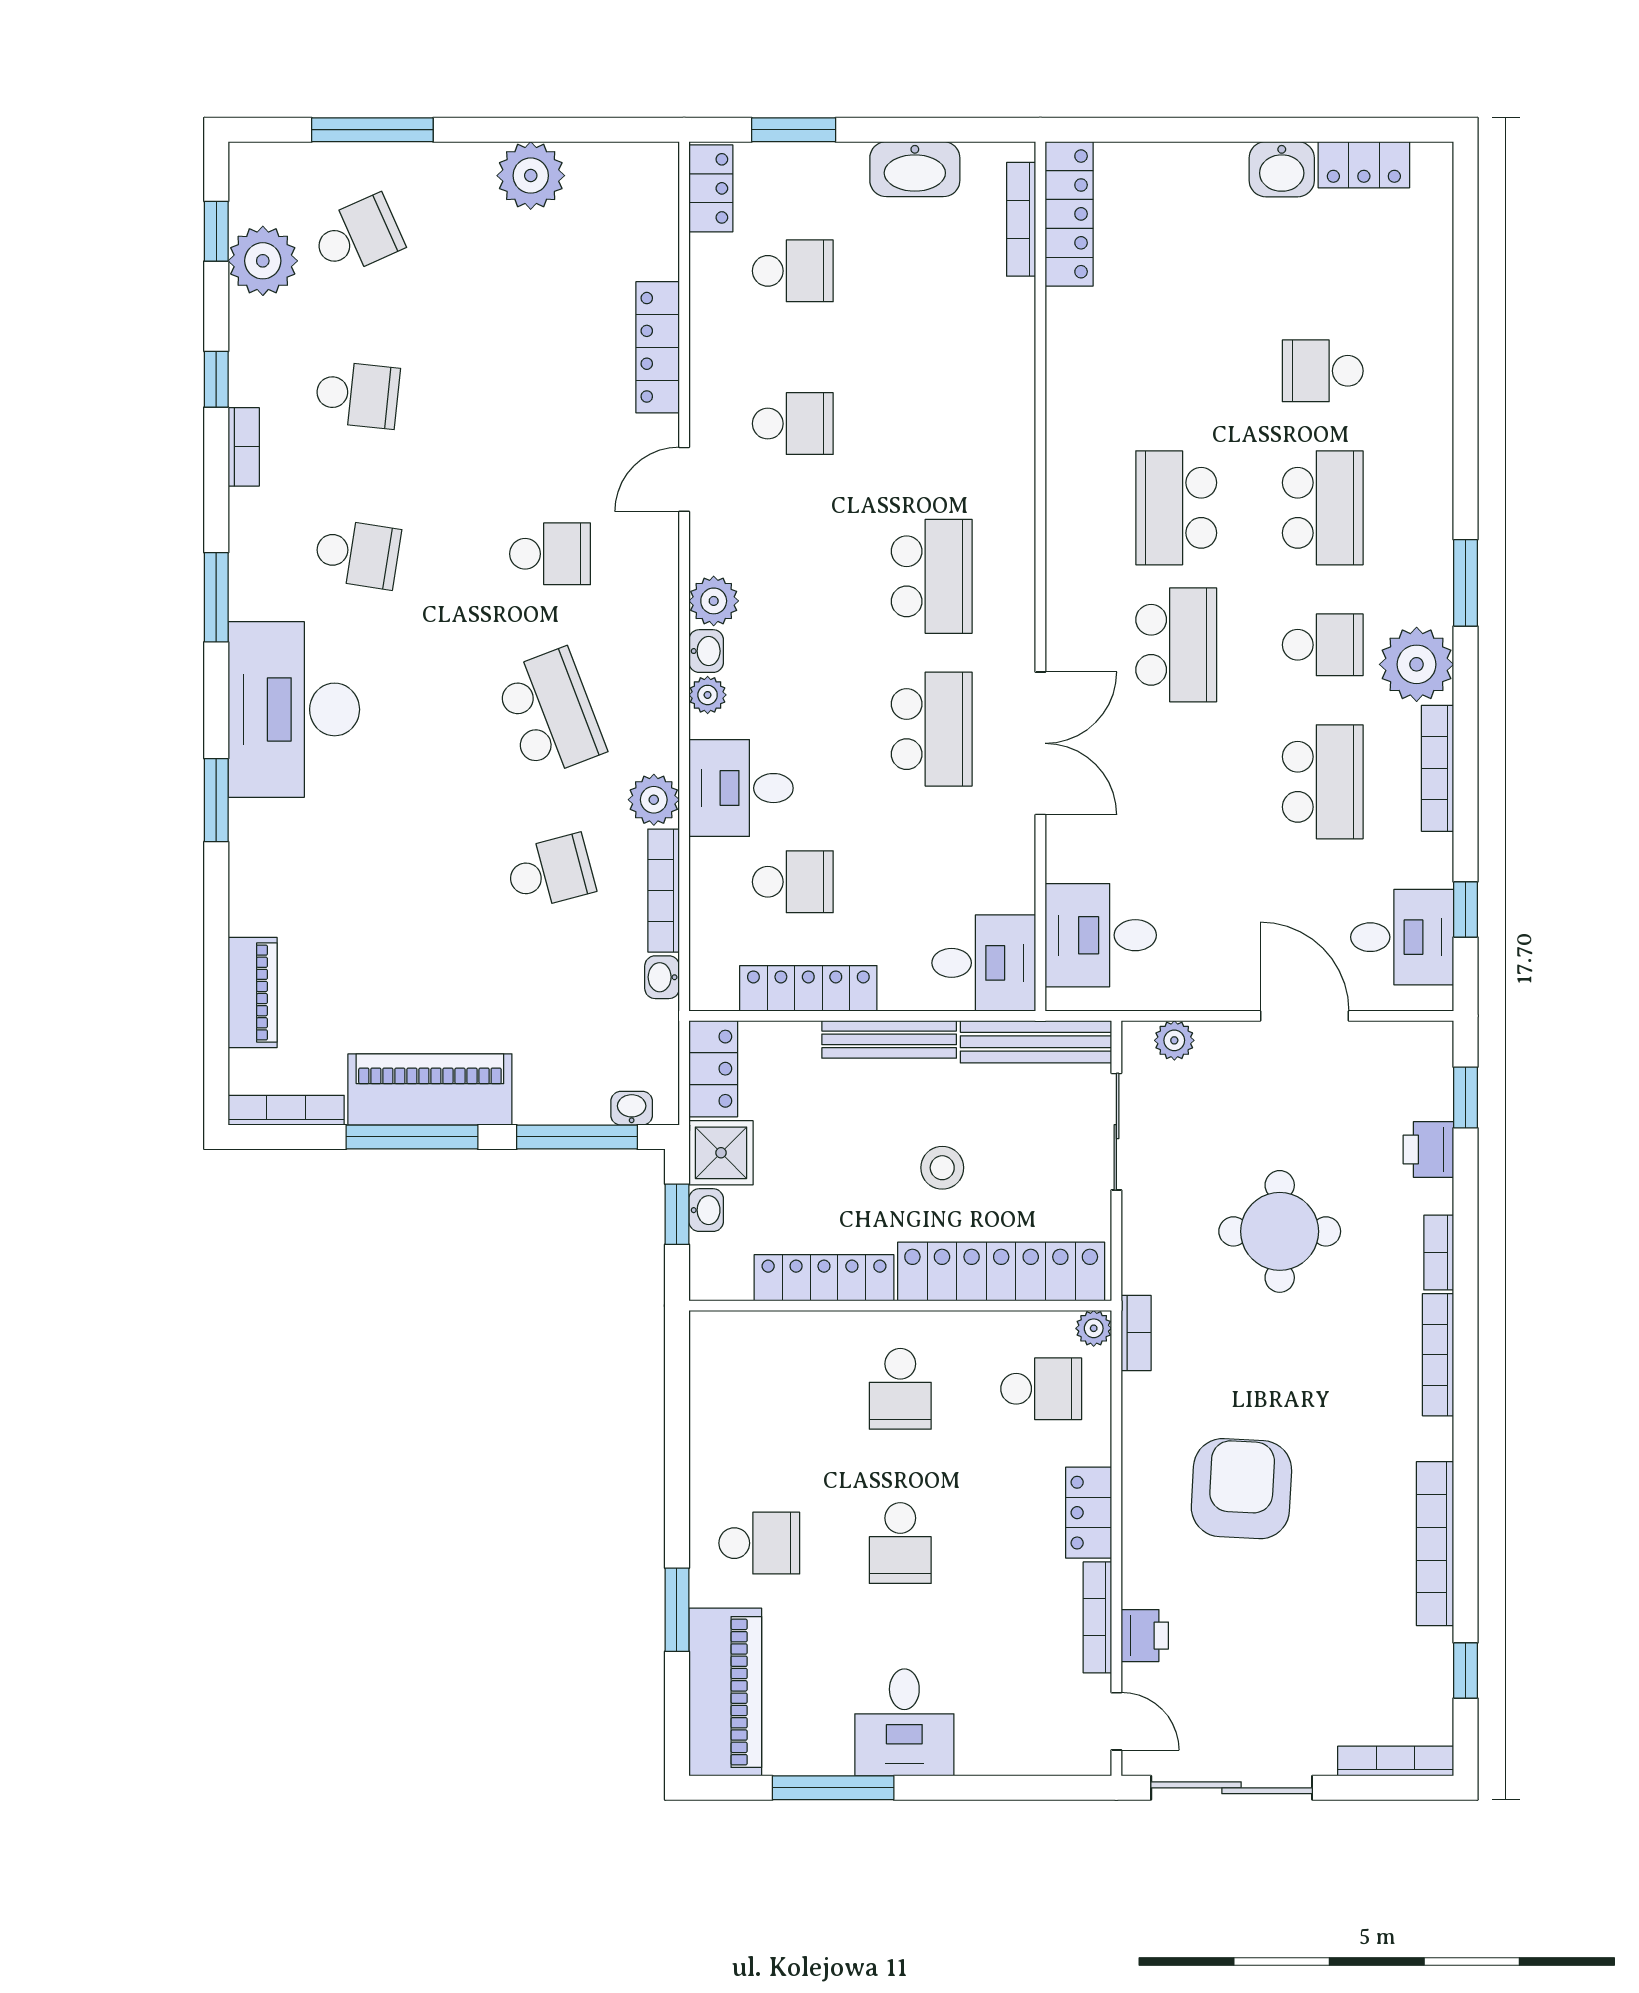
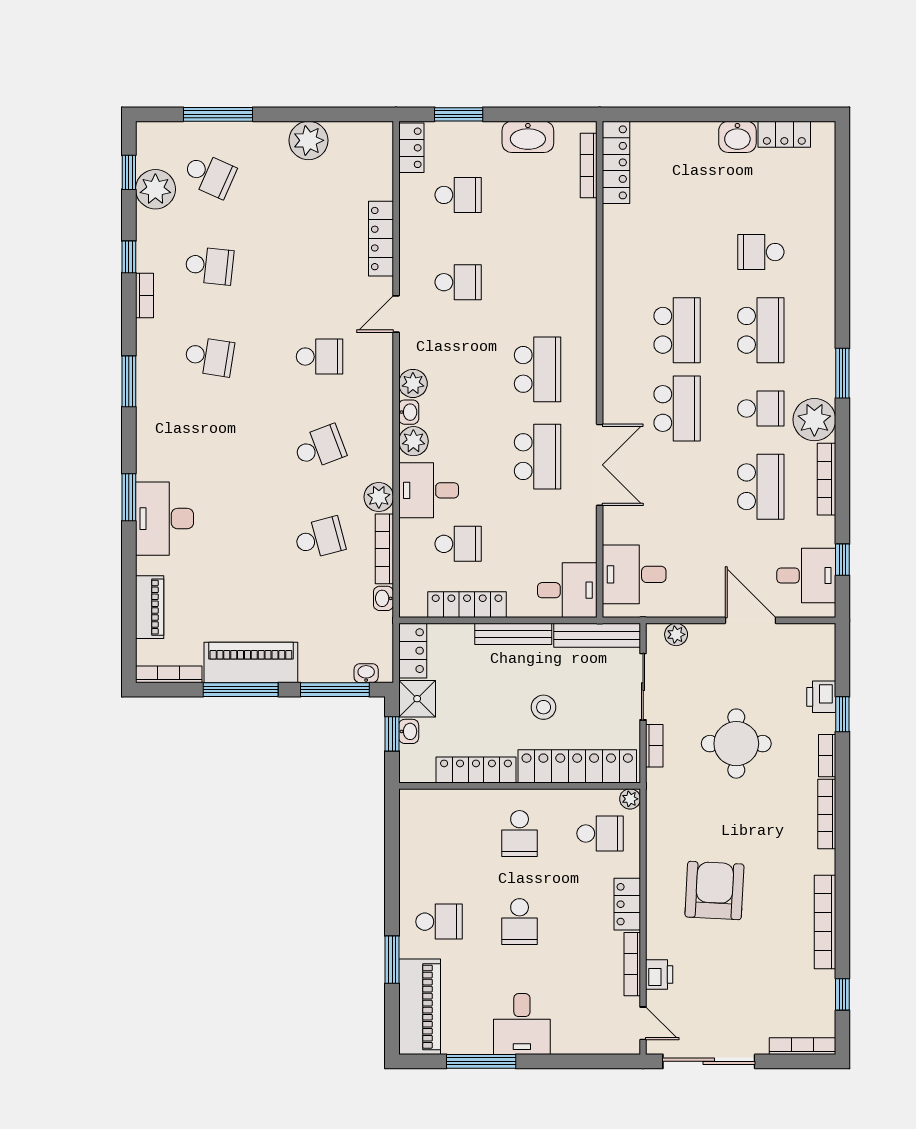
school desk: (357, 236) -> (209, 175), turned 48
school desk: (1176, 508) -> (677, 330), turned 180
plant: (708, 695) -> (413, 441), width x1.38, depth x1.38
desk: (294, 709) -> (164, 519), moved, width x0.73, depth x0.77
school desk: (550, 713) -> (320, 447), width x0.54
window: (1466, 1097) -> (842, 714), moved
bookcase: (1136, 1333) -> (654, 746), moved

